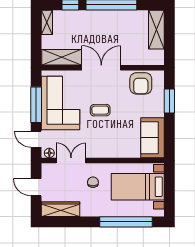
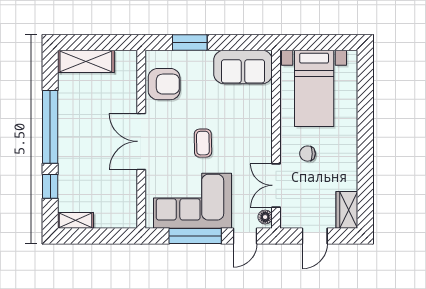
shelving: (62, 57) -> (126, 199), removed
wardrobe: (61, 209) -> (347, 210), width x0.67
window: (126, 222) -> (365, 106), removed

